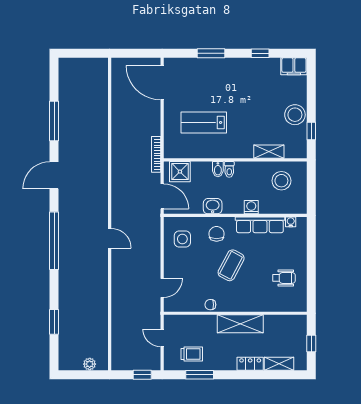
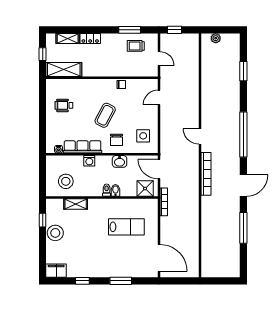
bookcase: (102, 190) -> (206, 174), added
shelving: (240, 324) -> (64, 70), moved

